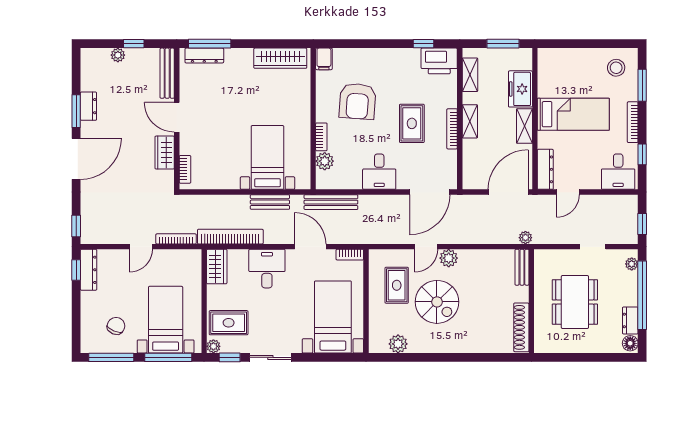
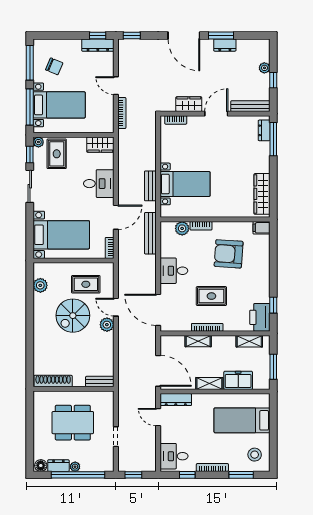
dresser: (204, 56) -> (264, 130), width x0.70
bed: (573, 114) -> (242, 420), moved, turned 90
shelving: (470, 121) -> (198, 341), moved
bookcase: (230, 237) -> (124, 155), removed
plant: (525, 238) -> (123, 384), removed
plant: (632, 264) -> (75, 467), moved

